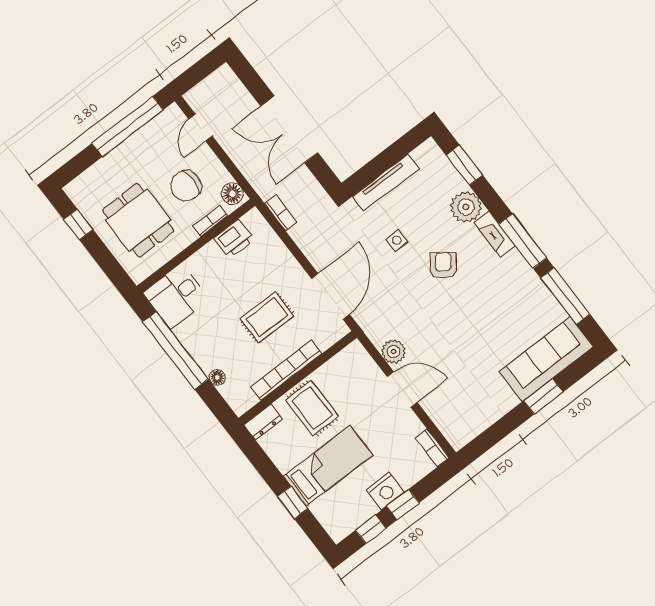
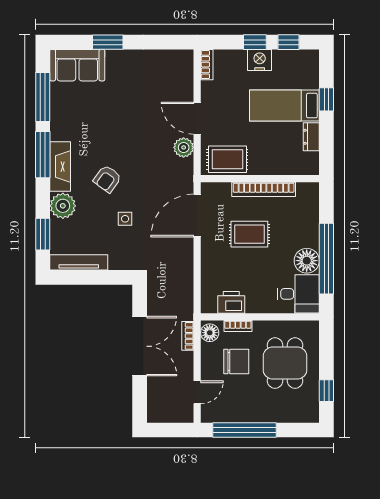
tv unit: (386, 183) -> (79, 262), moved
bookcase: (281, 213) -> (188, 336), moved
fireplace: (495, 234) -> (60, 167), width x1.37, depth x1.32
sofa: (546, 359) -> (77, 65), width x0.73
floor lamp: (217, 377) -> (307, 261), moved, width x1.89, depth x1.89
rug: (312, 408) -> (227, 159), moved, turned 90
dresser: (263, 422) -> (311, 137), moved, turned -90

